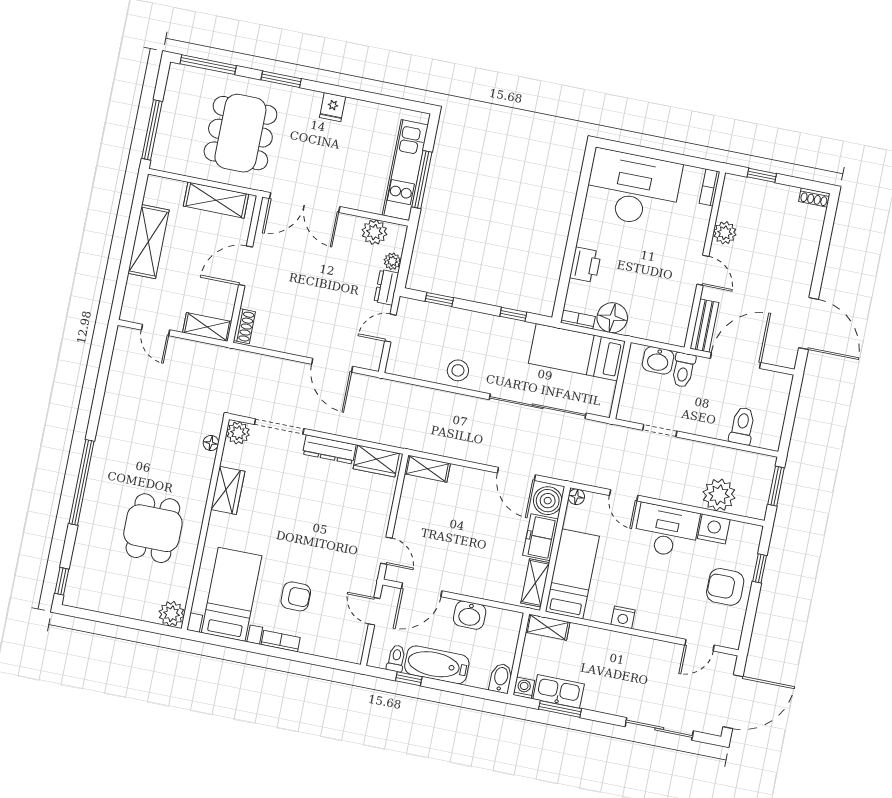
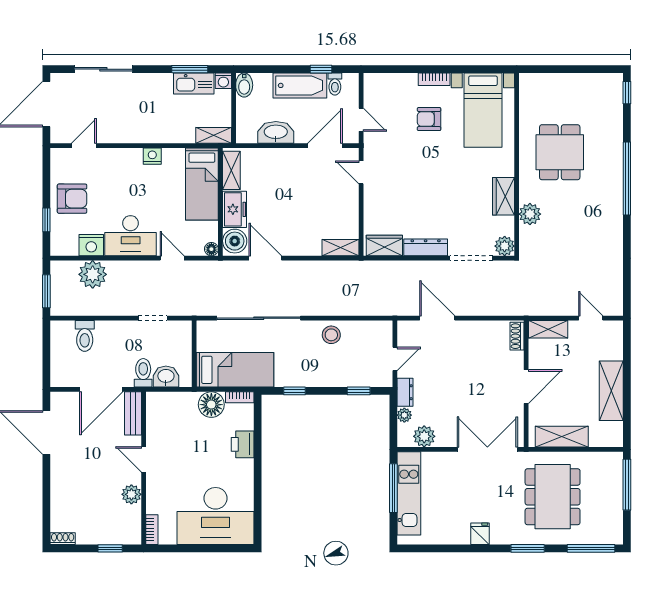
floor lamp: (211, 443) -> (525, 233), removed
plant: (172, 614) -> (530, 214), moved
washbasin: (470, 615) -> (276, 132), width x1.38

